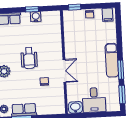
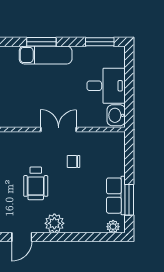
wheelchair: (29, 58) -> (36, 183), turned 90
window: (121, 70) -> (41, 42), moved

